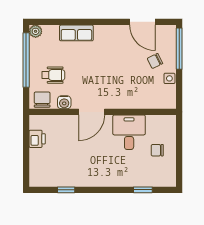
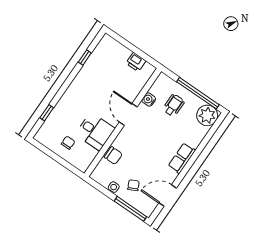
plant: (36, 31) -> (207, 115), width x1.87, depth x1.87
row of seats: (76, 33) -> (182, 158), moved
wheelchair: (53, 75) -> (174, 105), turned 180
chair: (42, 100) -> (113, 156), moved

